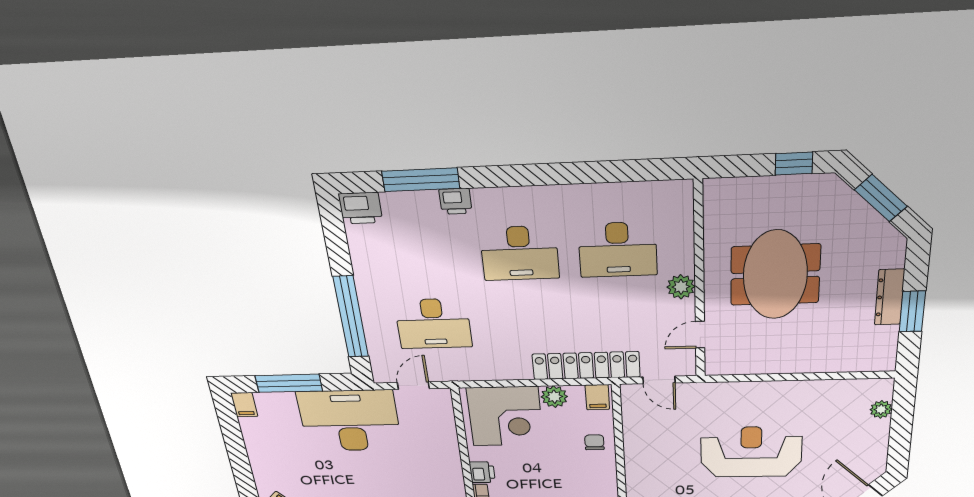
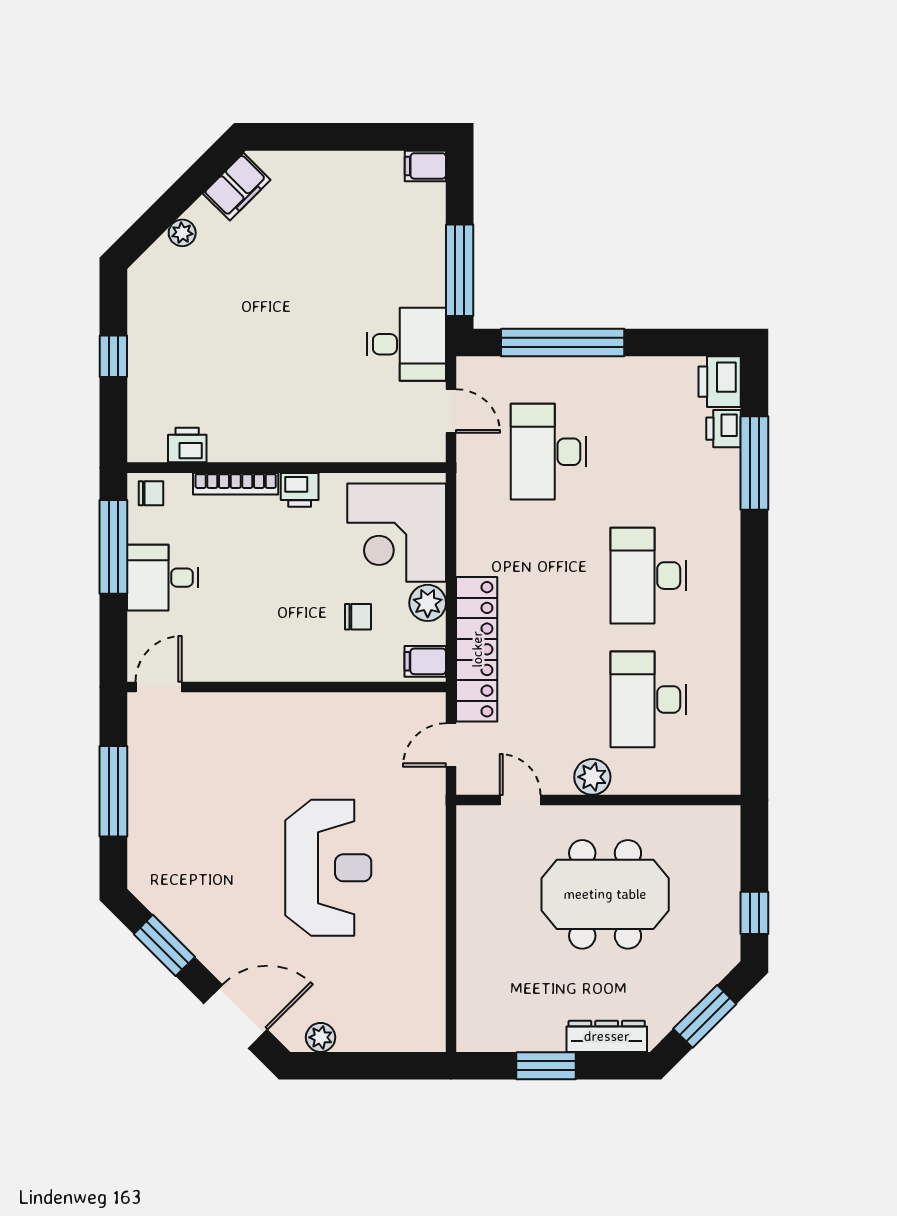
printer: (455, 201) -> (724, 429), moved
dresser: (890, 297) -> (607, 1036), moved
window: (289, 383) -> (460, 270), moved
plant: (881, 409) -> (321, 1037), moved
desk: (350, 421) -> (406, 344), width x0.53, depth x0.77
chair: (594, 442) -> (358, 617), moved

